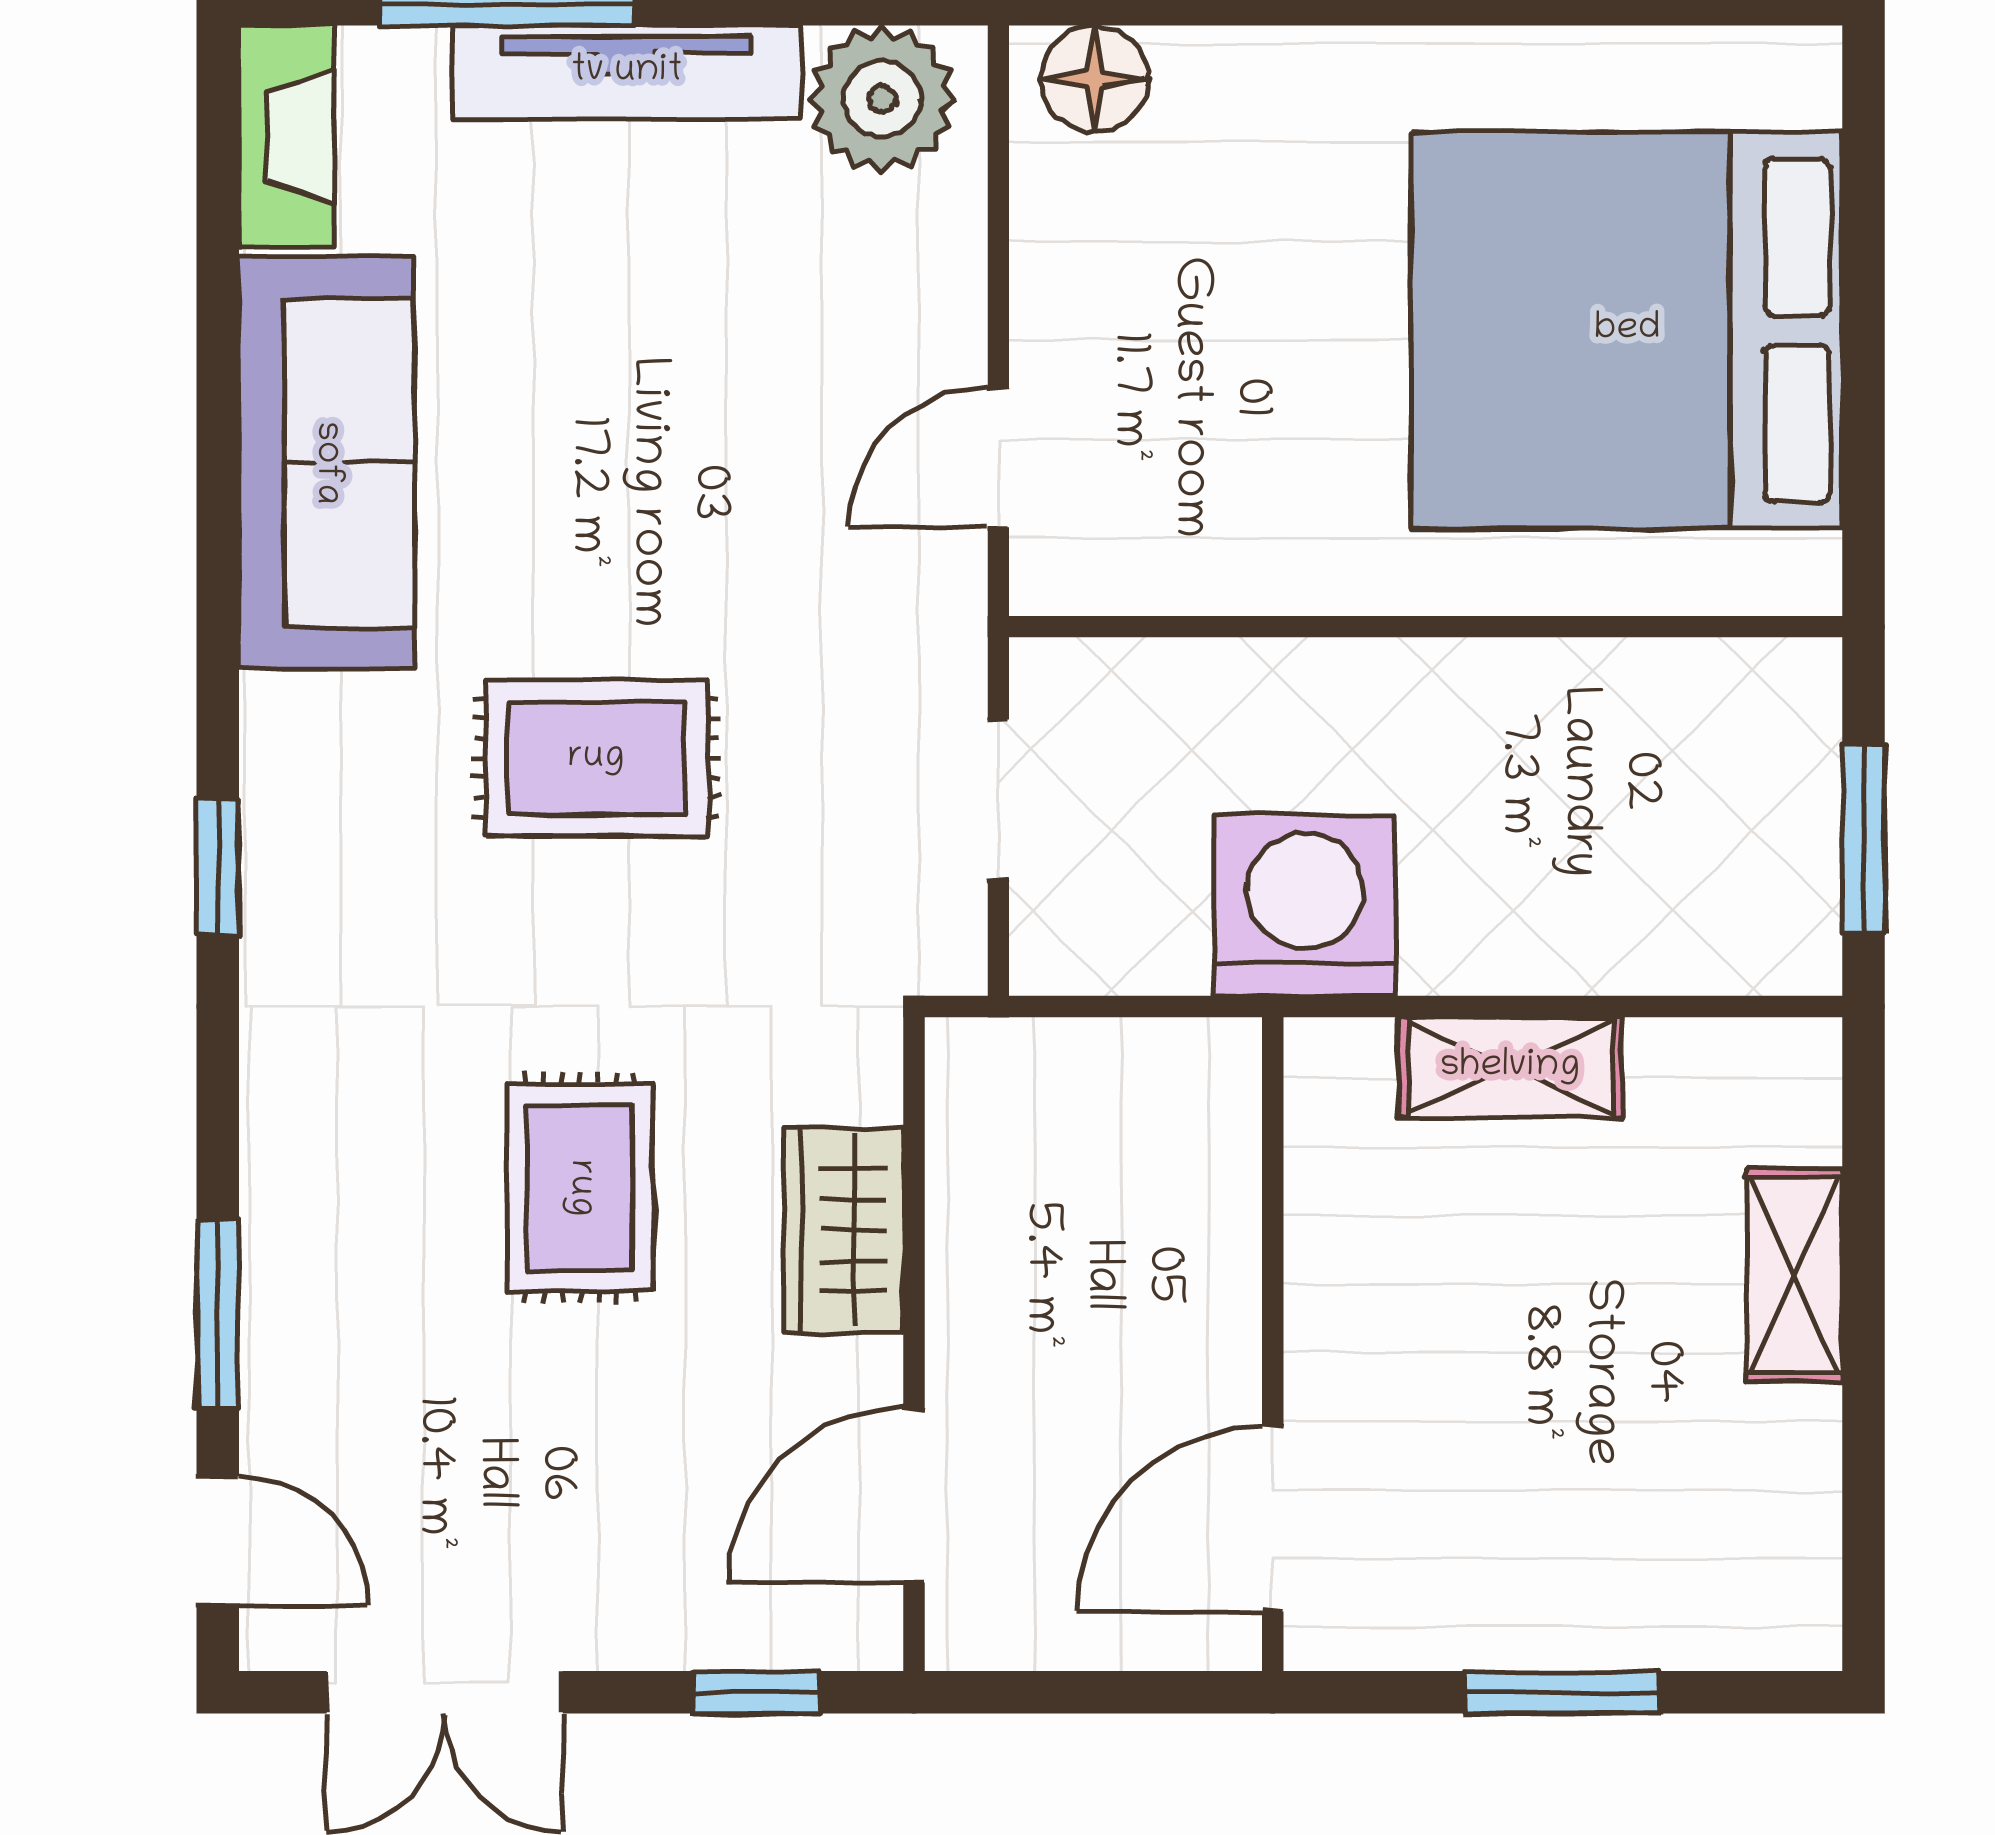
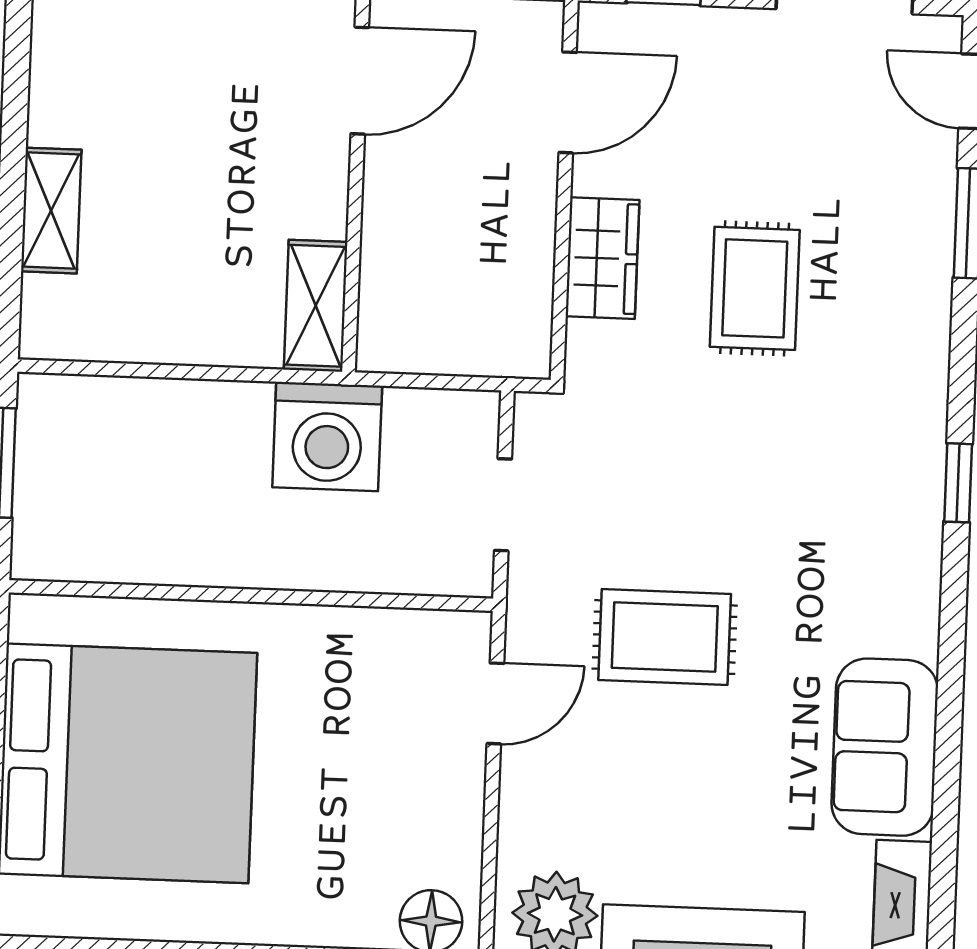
sofa: (326, 463) -> (885, 747), width x0.73
rug: (596, 758) -> (665, 637), moved
shelving: (1510, 1067) -> (316, 306), moved, turned 90

